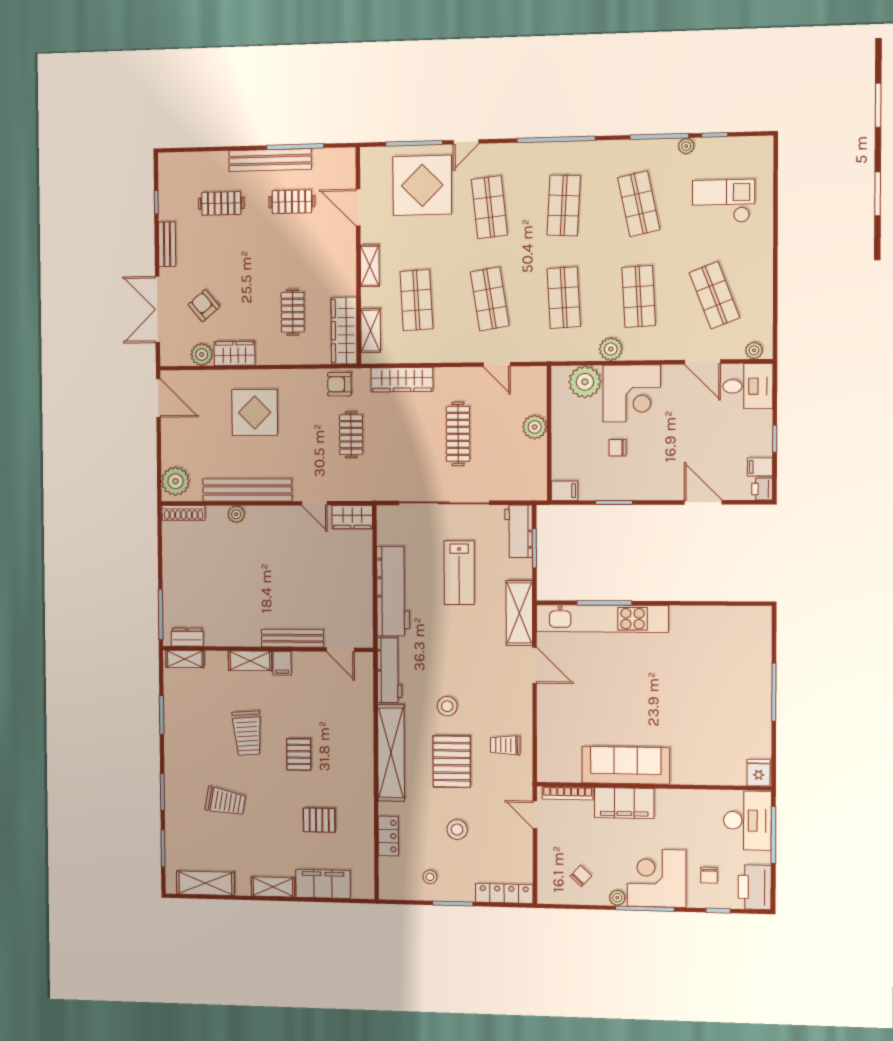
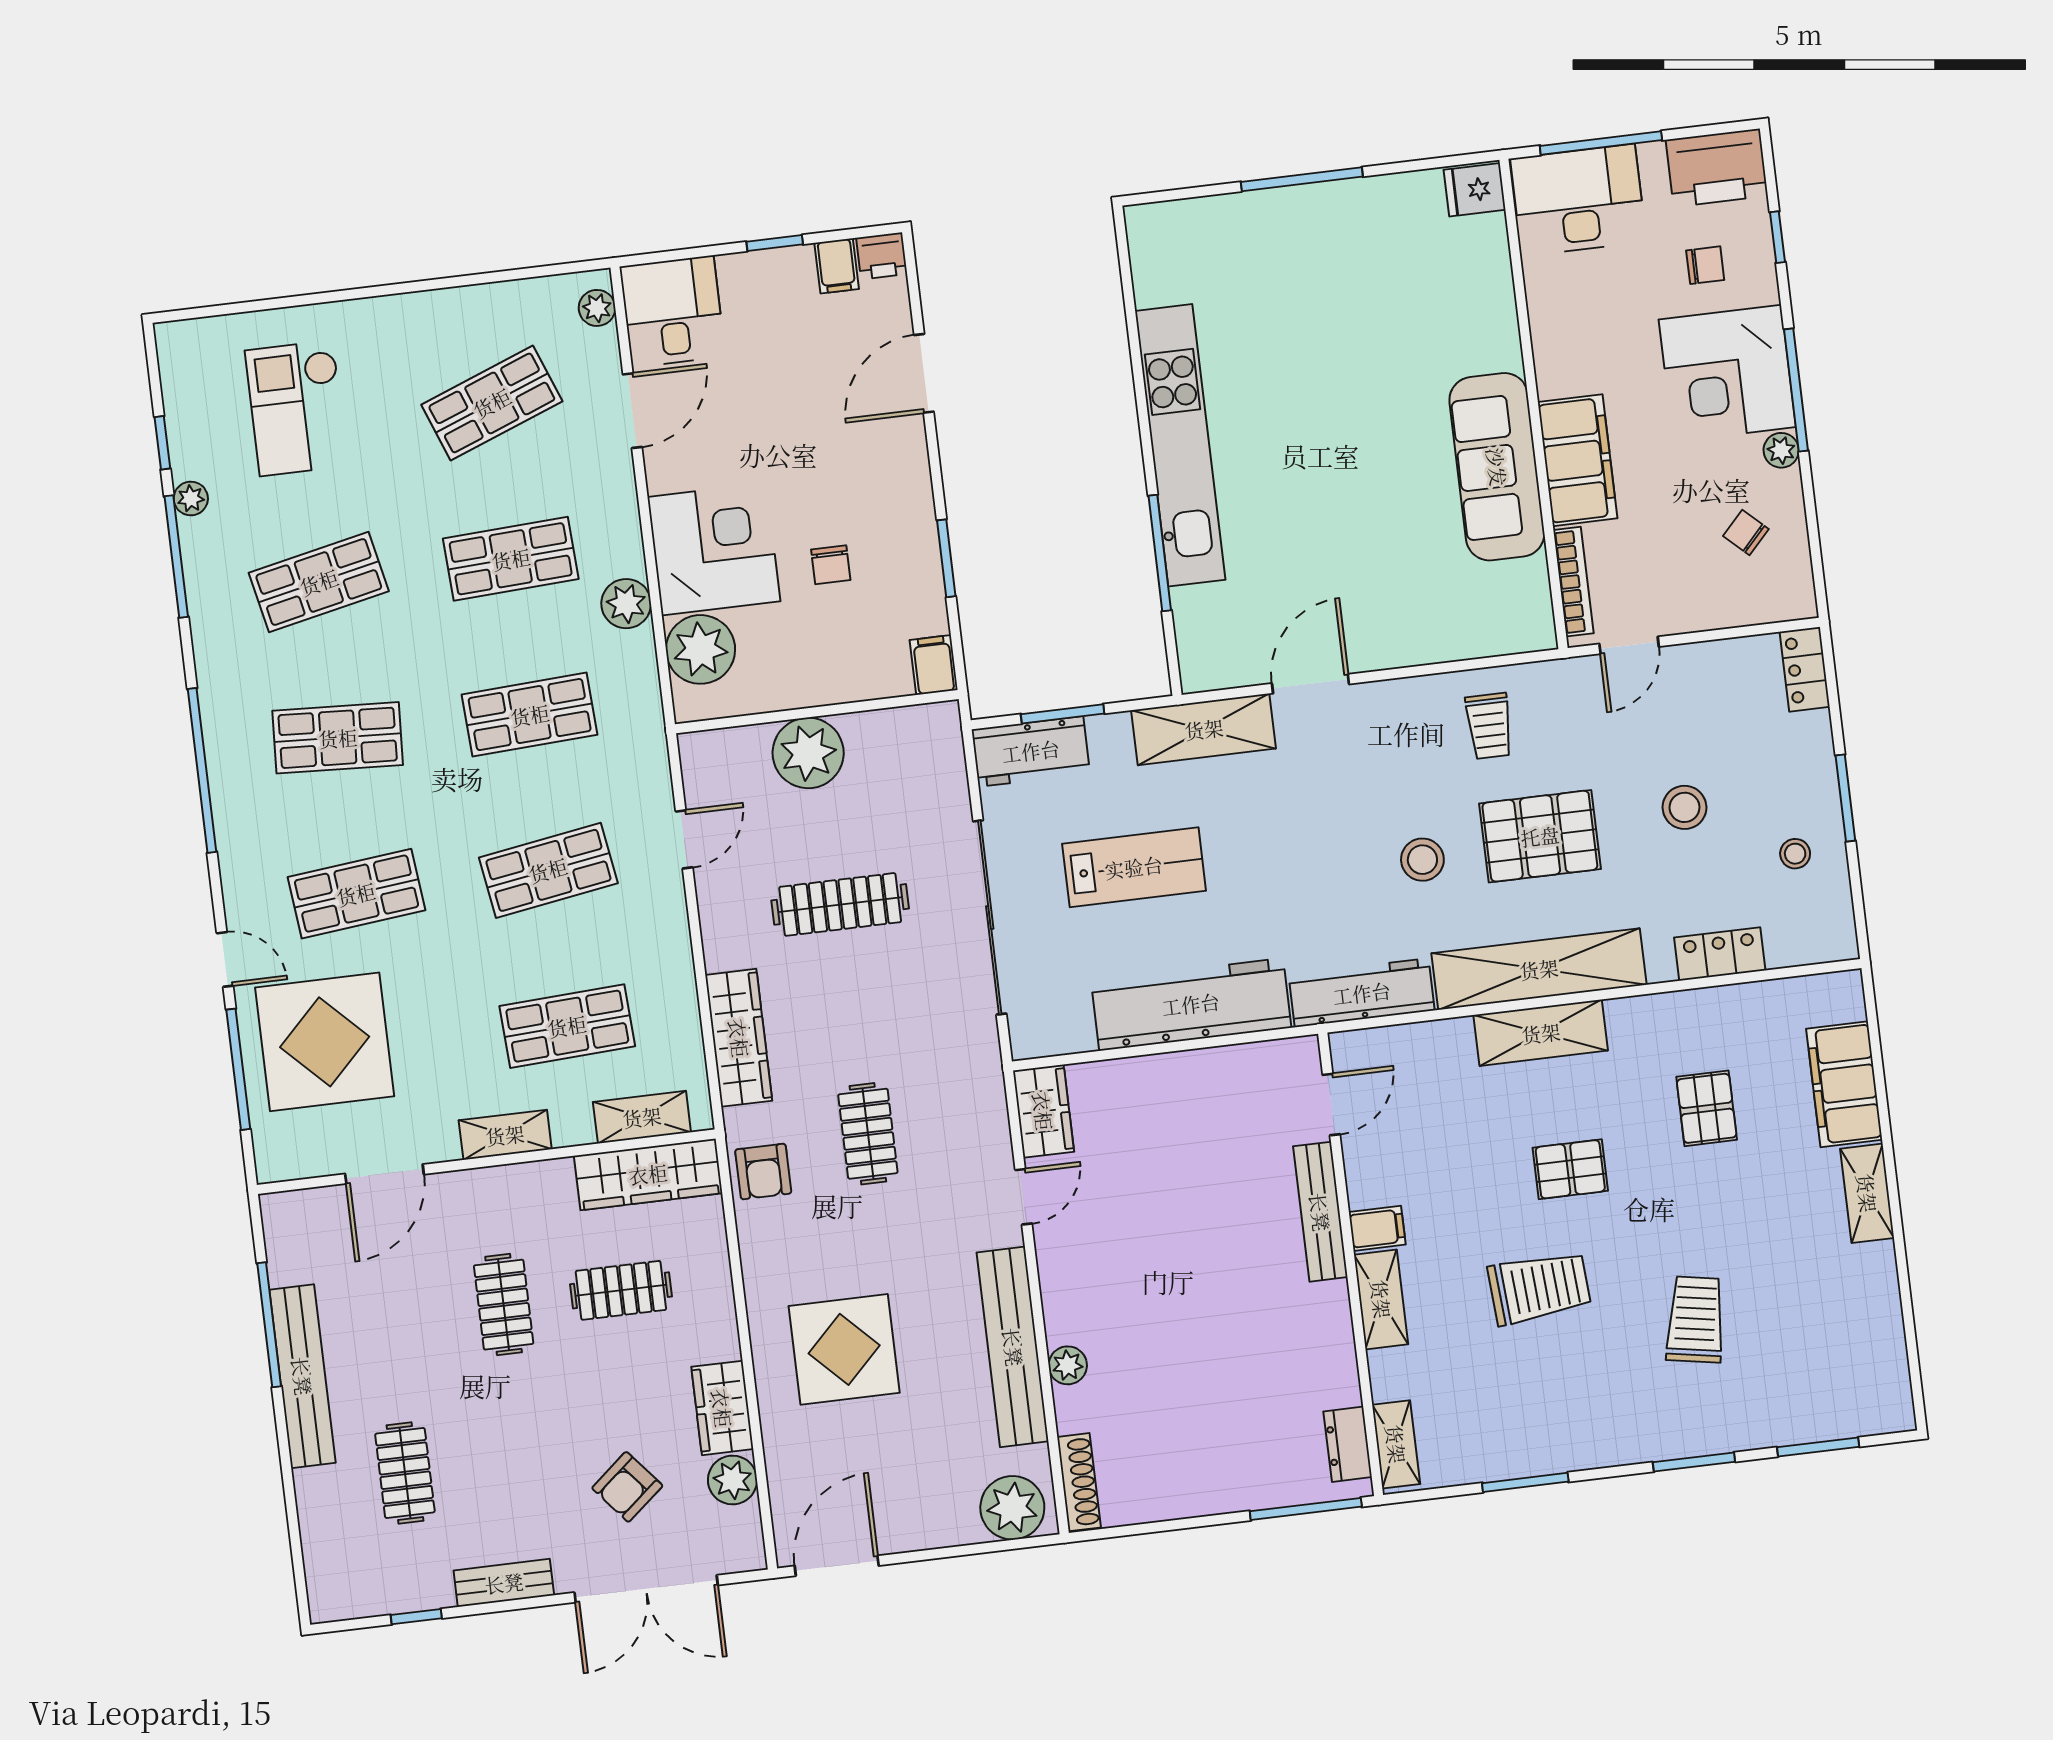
clothes rail: (292, 202) -> (504, 1305), moved
plant: (535, 427) -> (808, 753), width x1.36, depth x1.36
clothes rail: (351, 435) -> (868, 1134), turned 90
kitchen unit: (602, 619) -> (1180, 445), moved
shelving: (205, 883) -> (1541, 1033), moved, turned 90
locker: (504, 893) -> (1805, 669), width x0.66

